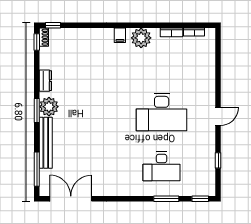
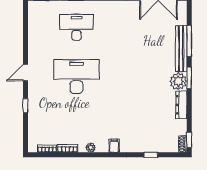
window: (53, 25) -> (151, 155), moved
plant: (141, 38) -> (91, 148), width x0.53, depth x0.53
dresser: (45, 81) -> (181, 105), width x1.44
window: (218, 160) -> (25, 106), moved
window: (37, 169) -> (189, 41), moved

